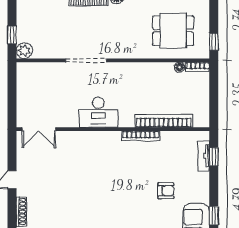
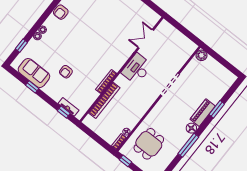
window: (12, 35) -> (215, 55), removed
double door: (39, 129) -> (146, 39), moved

